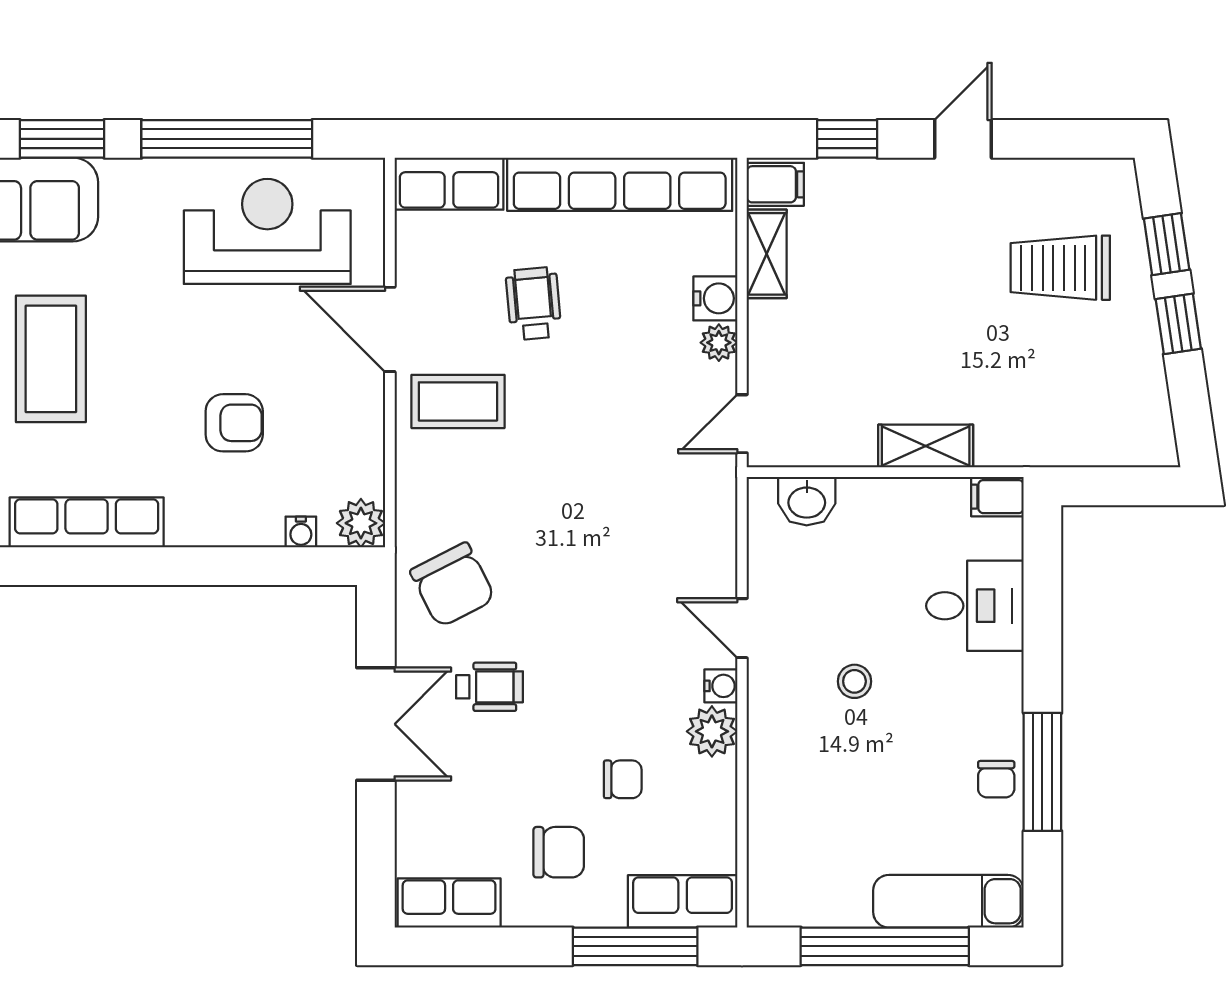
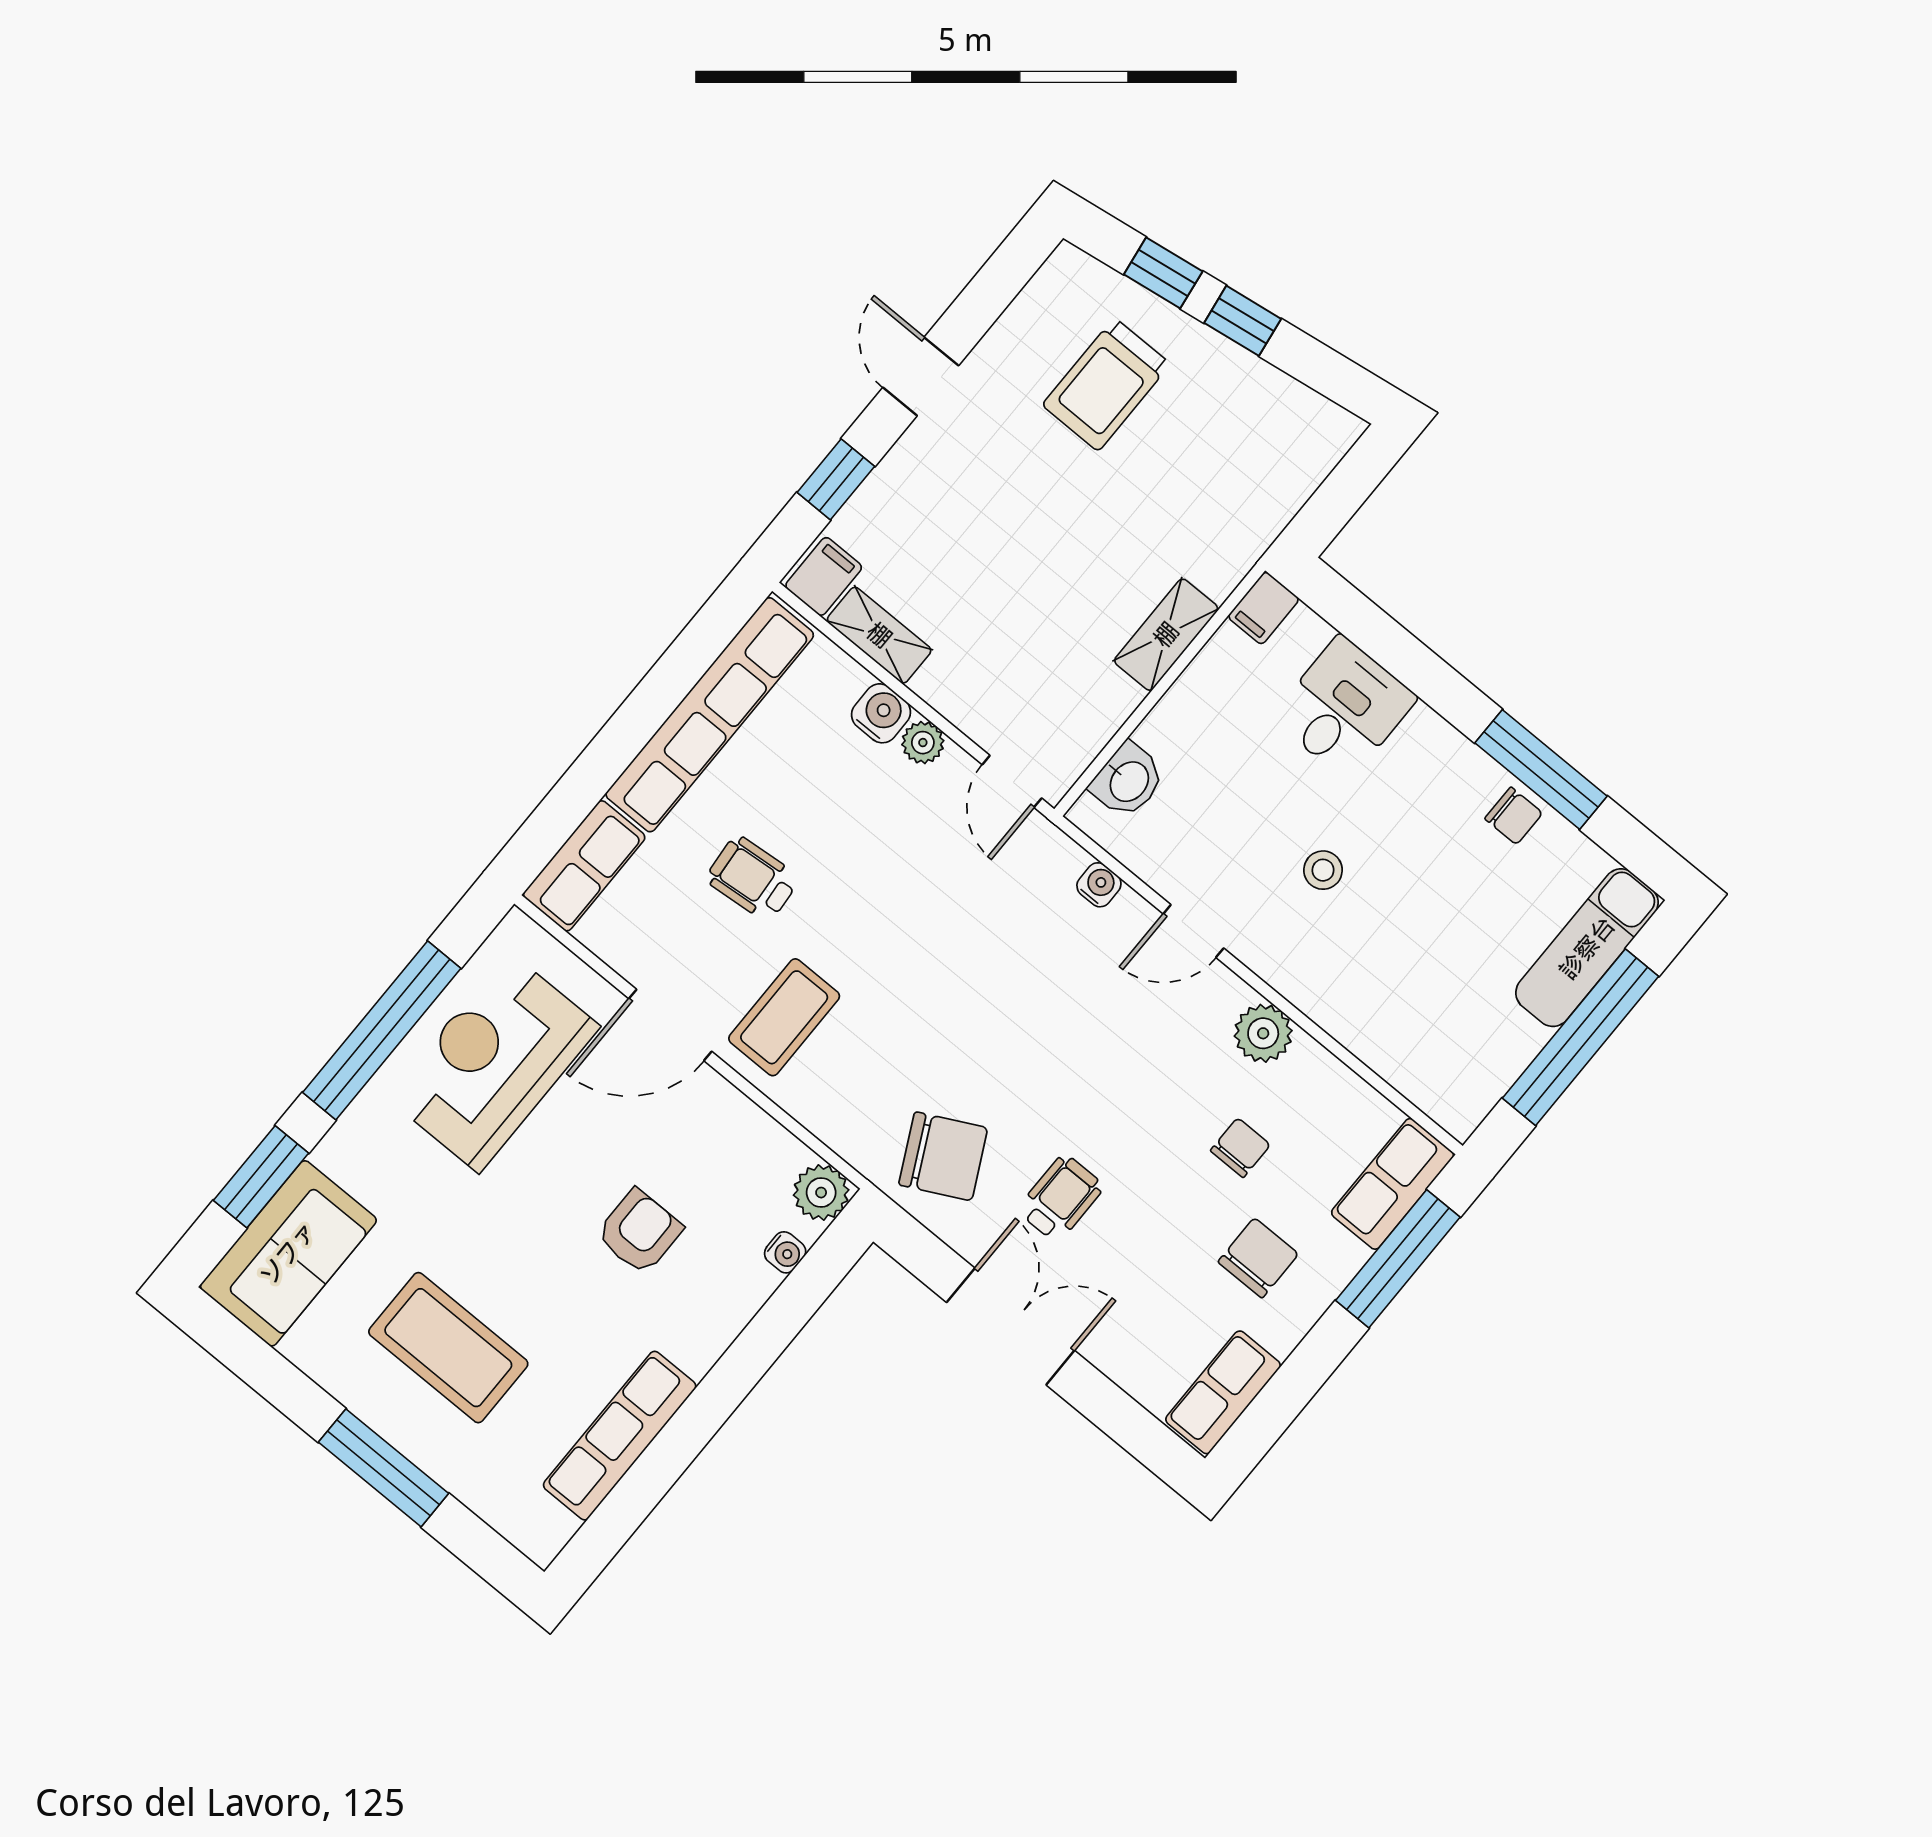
water cooler: (721, 686) -> (1099, 885), moved

